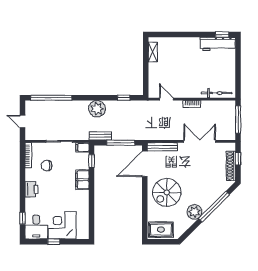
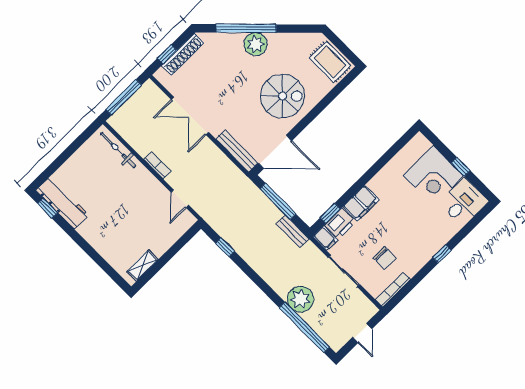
plant: (97, 109) -> (300, 299), moved
printer: (32, 189) -> (340, 224), moved, turned 180
plant: (195, 212) -> (256, 44), moved
window: (22, 218) -> (442, 254), moved

